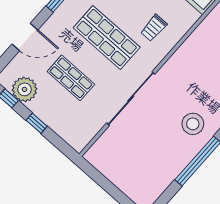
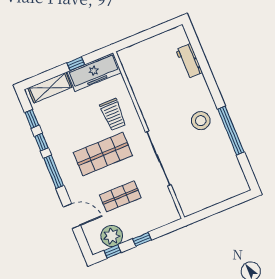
trolley: (154, 28) -> (113, 115), width x1.36, depth x1.39
door: (25, 37) -> (72, 216), hinge flipped

